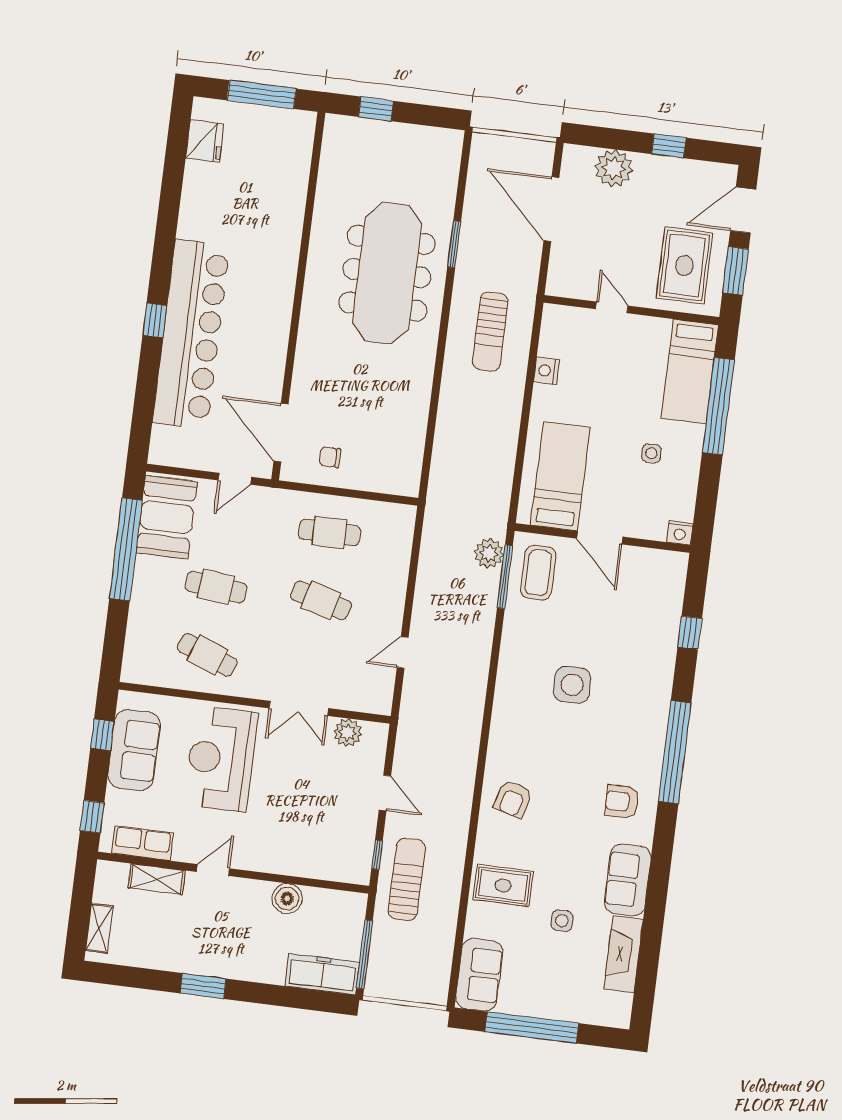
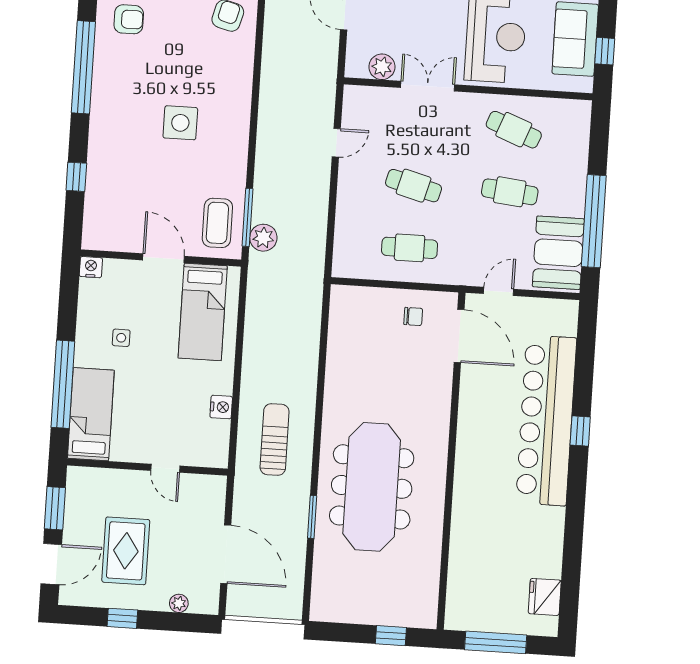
plant: (614, 168) -> (179, 603), width x0.53, depth x0.53
rug: (684, 265) -> (126, 551), moved

